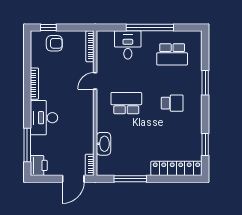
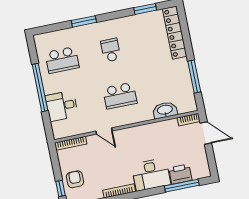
school desk: (172, 54) -> (62, 60), turned 90
school desk: (126, 103) -> (120, 96), turned -90
printer: (39, 165) -> (180, 174), moved

